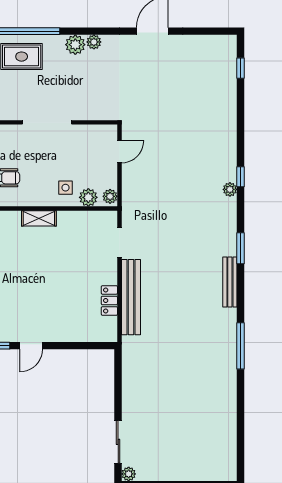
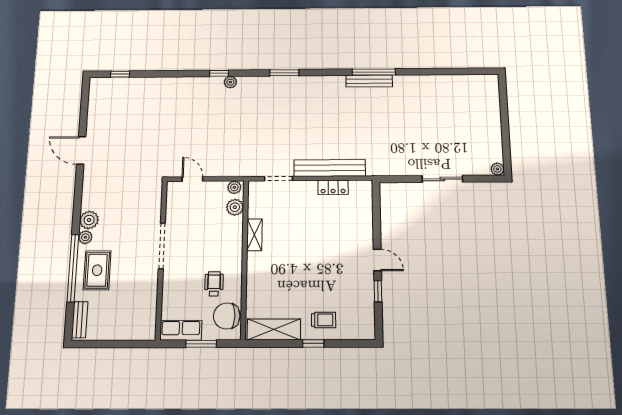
plant: (94, 42) -> (85, 237), moved
side table: (65, 188) -> (225, 228), removed
shelving: (39, 218) -> (254, 235), moved
bench: (230, 282) -> (369, 81), moved
sliding door: (118, 442) -> (442, 179), moved

